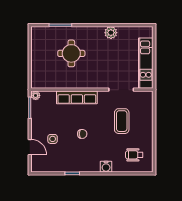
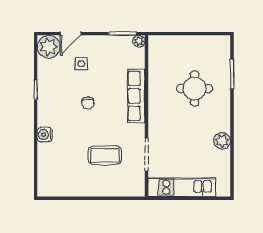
wheelchair: (134, 155) -> (60, 172), removed
plant: (40, 164) -> (49, 47), added

